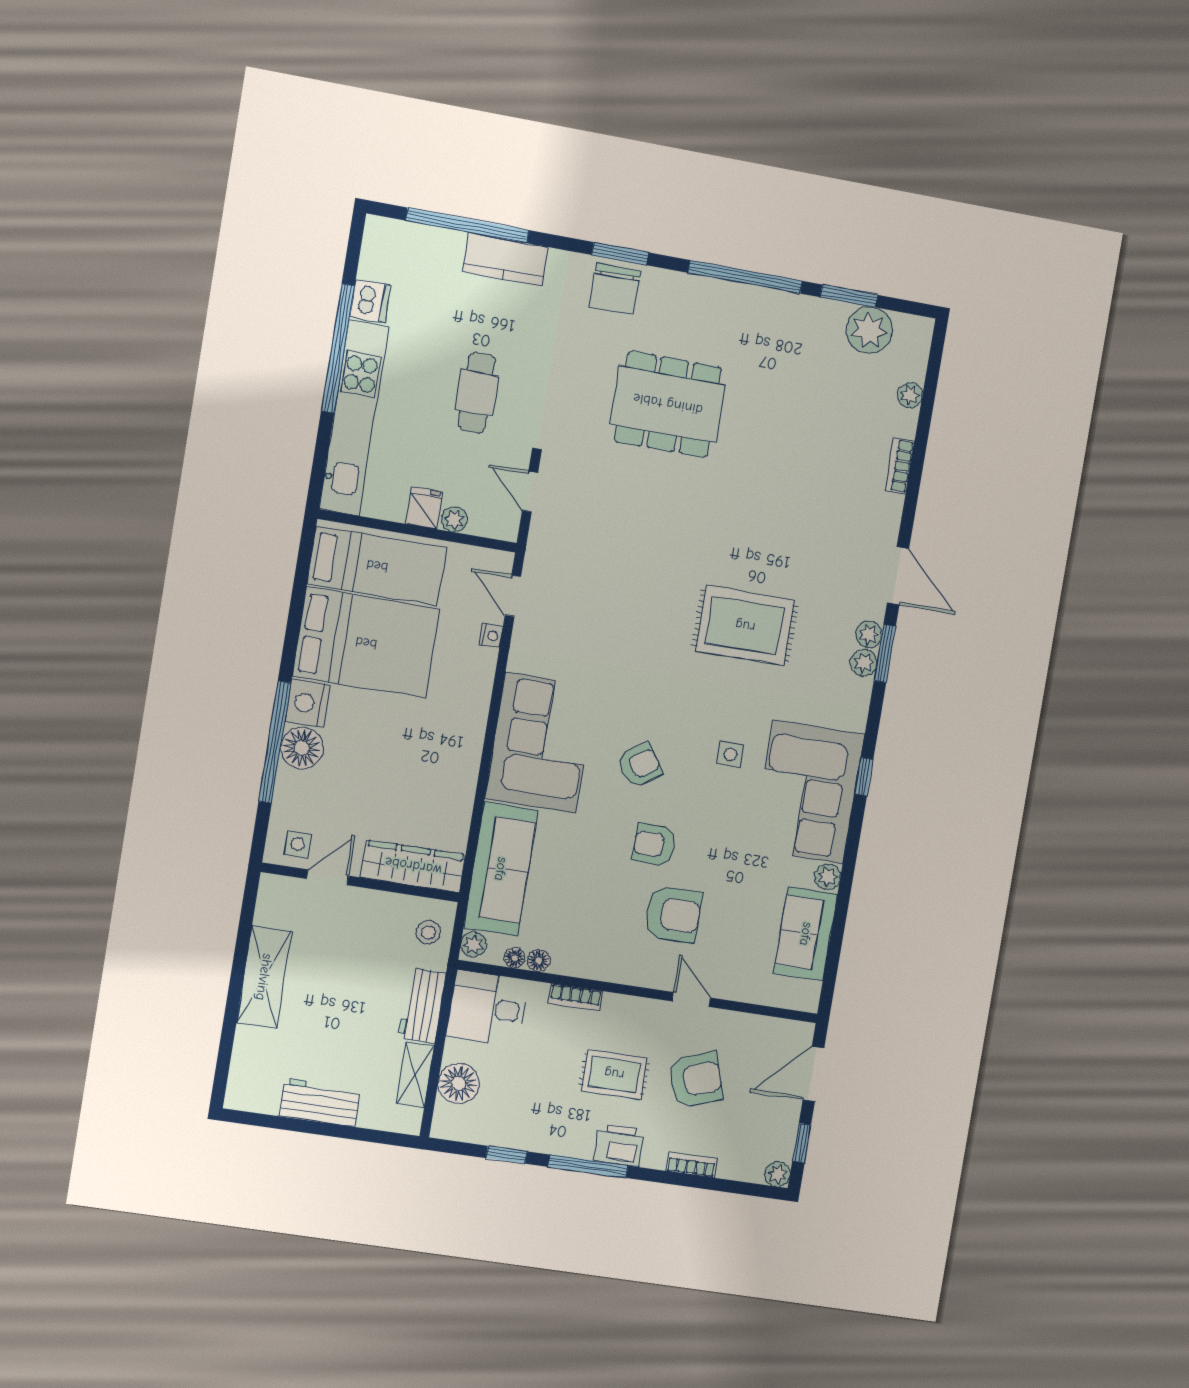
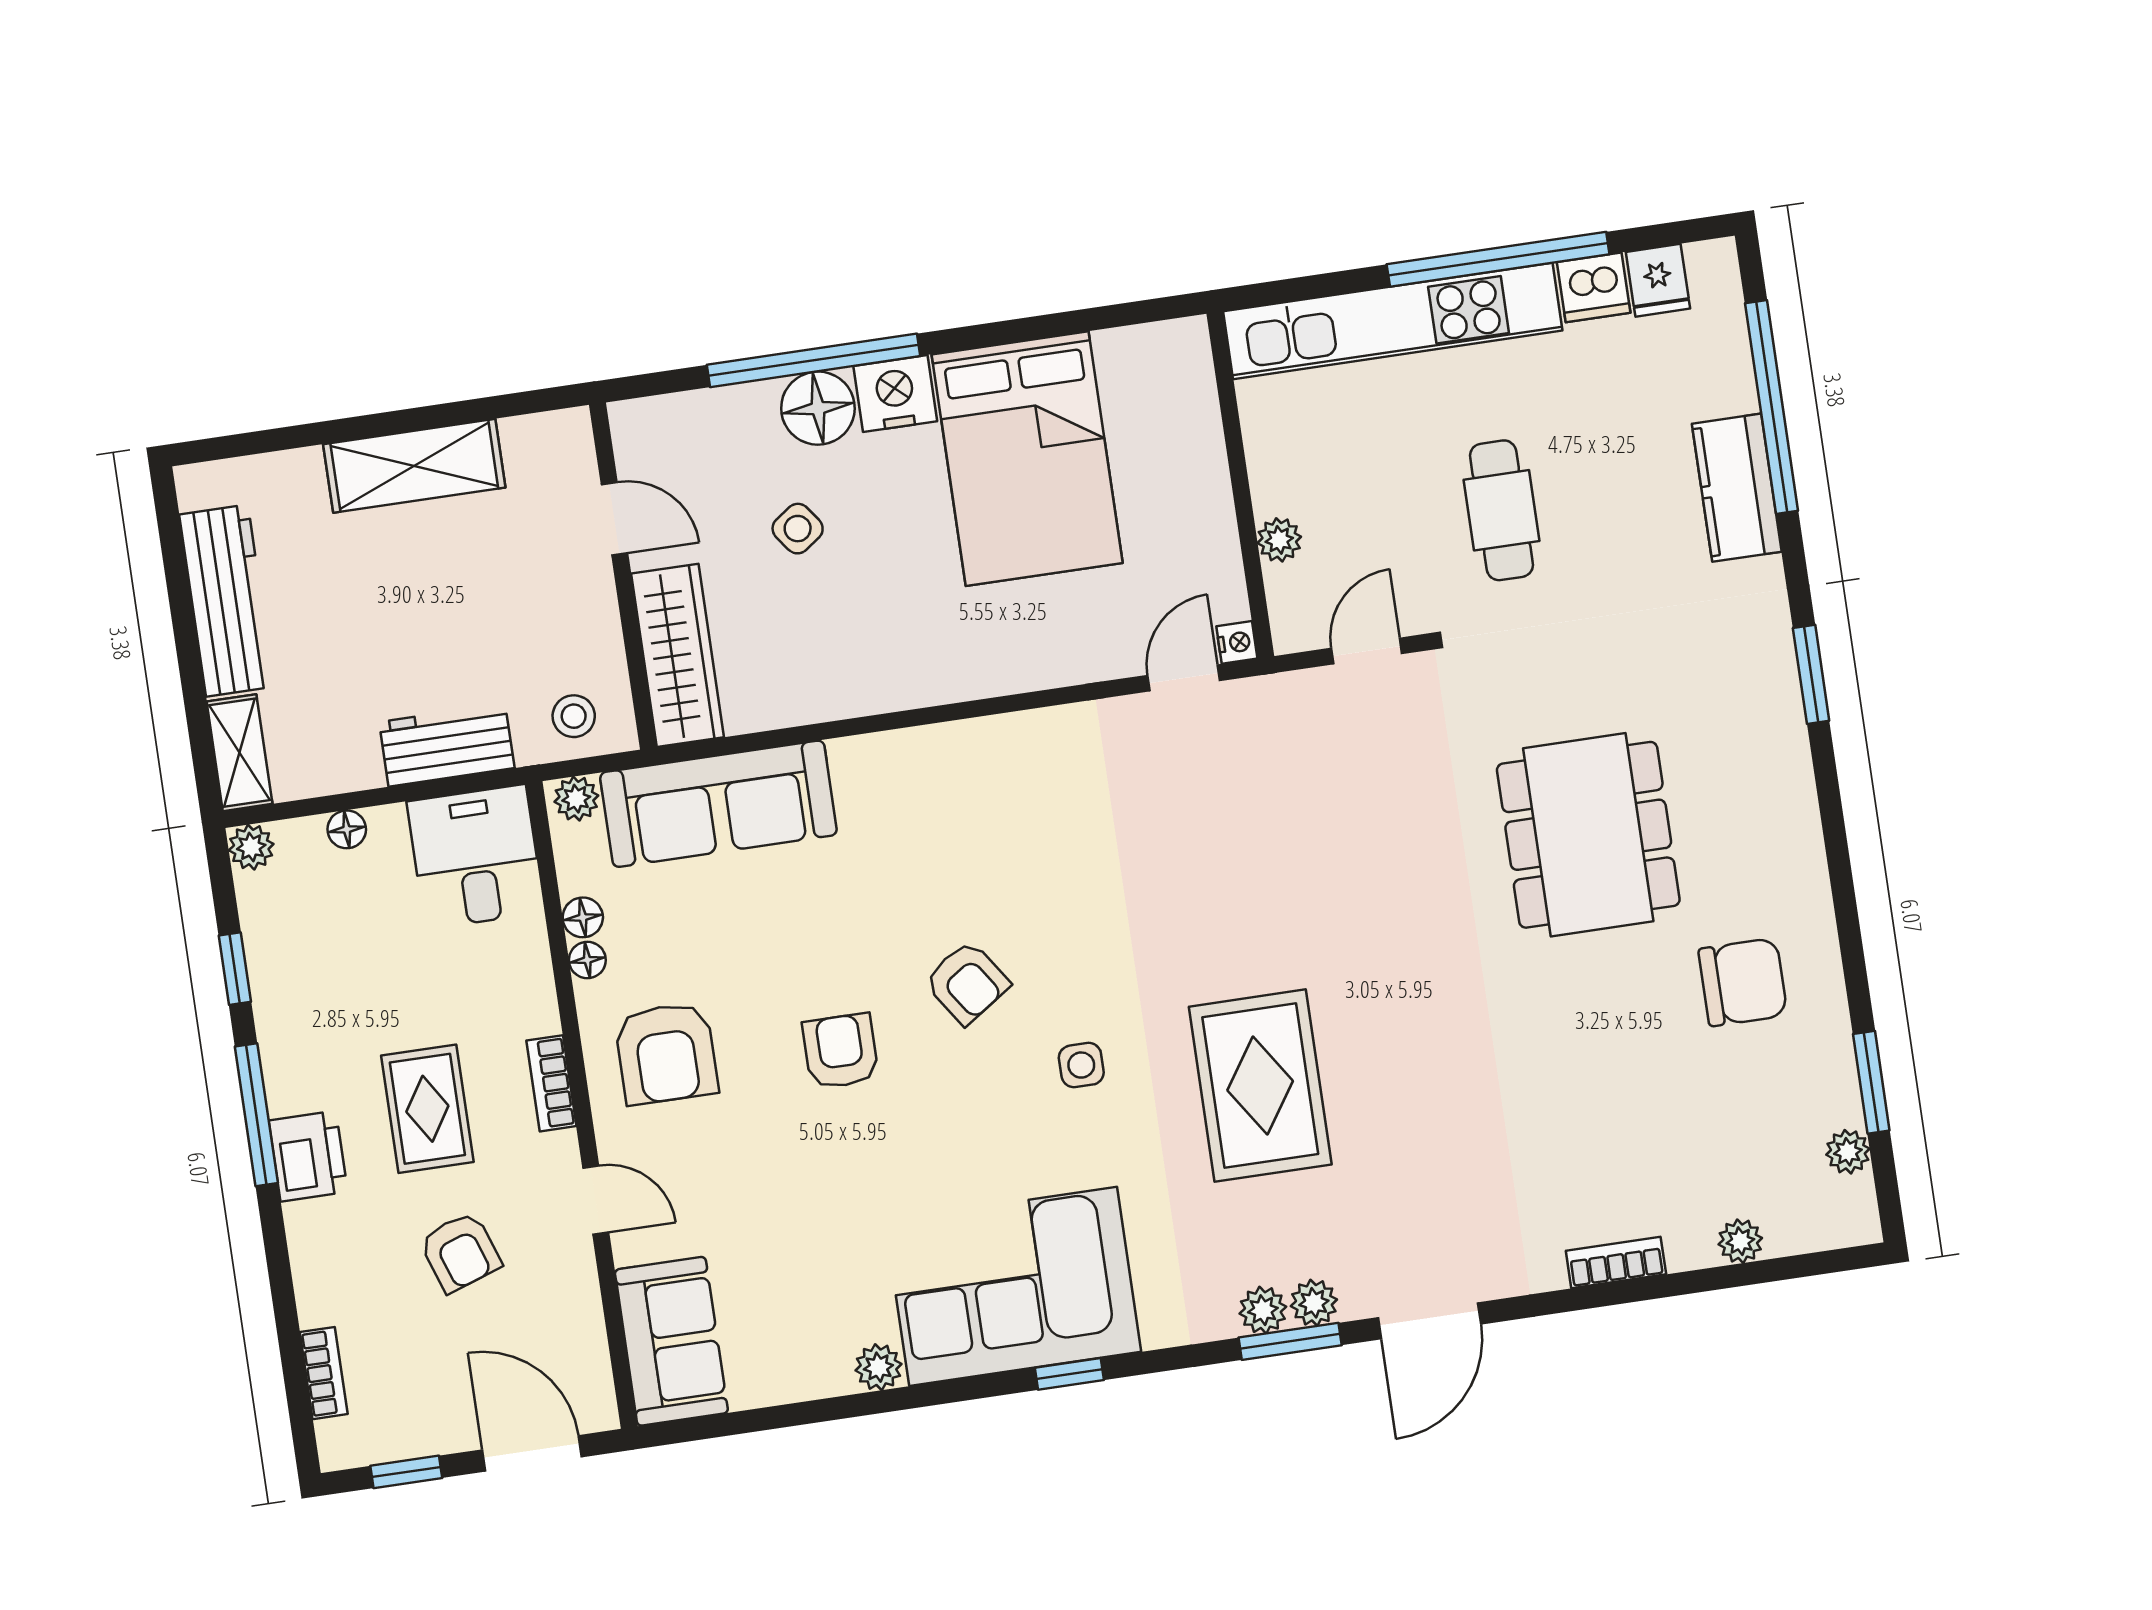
window: (745, 277) -> (1844, 896), removed
chair: (615, 289) -> (1743, 982), moved, turned 180
plant: (869, 330) -> (1848, 1152), width x0.53, depth x0.53
cafe table: (477, 393) -> (1501, 510), turned 90
fridge: (425, 508) -> (1658, 280), moved, turned 90
bed: (377, 566) -> (1160, 436), removed
nightstand: (491, 636) -> (1237, 642), moved, turned -90
corner sofa: (540, 743) -> (952, 803), removed
side table: (730, 754) -> (1081, 1065), moved
side table: (298, 844) -> (798, 529), moved, turned -36
armchair: (673, 915) -> (666, 1053), moved
sofa: (806, 934) -> (671, 1341), moved, turned 90
floor lamp: (515, 958) -> (587, 960), moved
bookcase: (575, 997) -> (551, 1083), moved
door: (691, 1000) -> (596, 1200), hinge flipped
shelving: (415, 1075) -> (240, 753), moved, turned 90
armchair: (696, 1080) -> (460, 1252), width x0.72, depth x0.72
floor lamp: (459, 1083) -> (347, 829), width x0.53, depth x0.53
workbench: (320, 1102) -> (227, 601), width x1.38
bookcase: (691, 1165) -> (324, 1373), moved
plant: (778, 1174) -> (251, 847), moved

